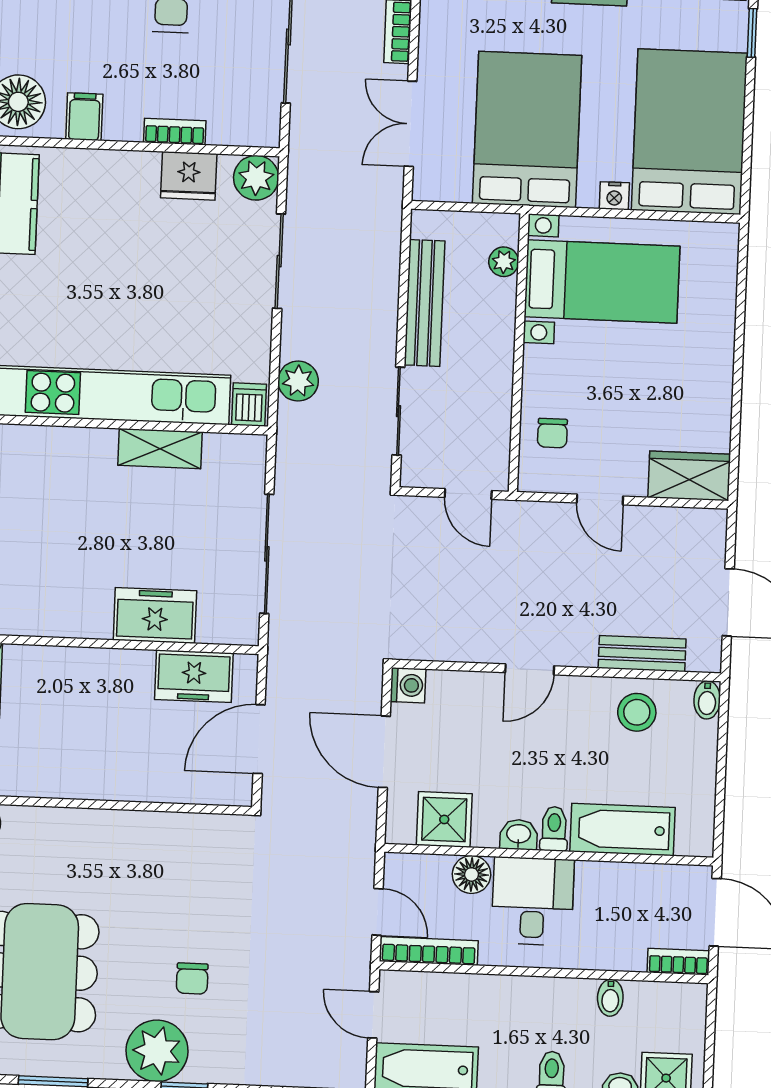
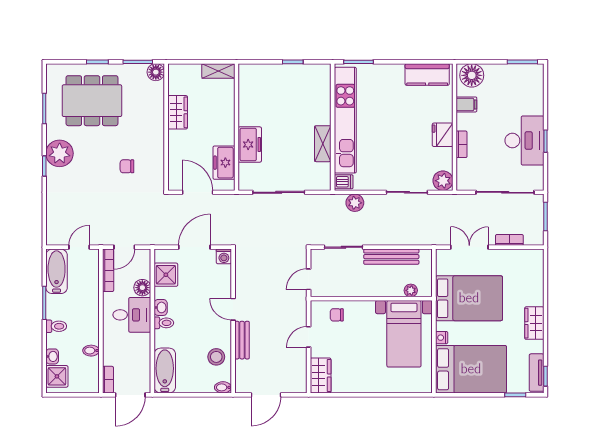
fridge: (189, 176) -> (443, 135), moved
bench: (642, 654) -> (242, 340), moved
wardrobe: (74, 777) -> (178, 112), added
bathtub: (622, 830) -> (165, 371), moved
chair: (192, 978) -> (127, 166), moved

